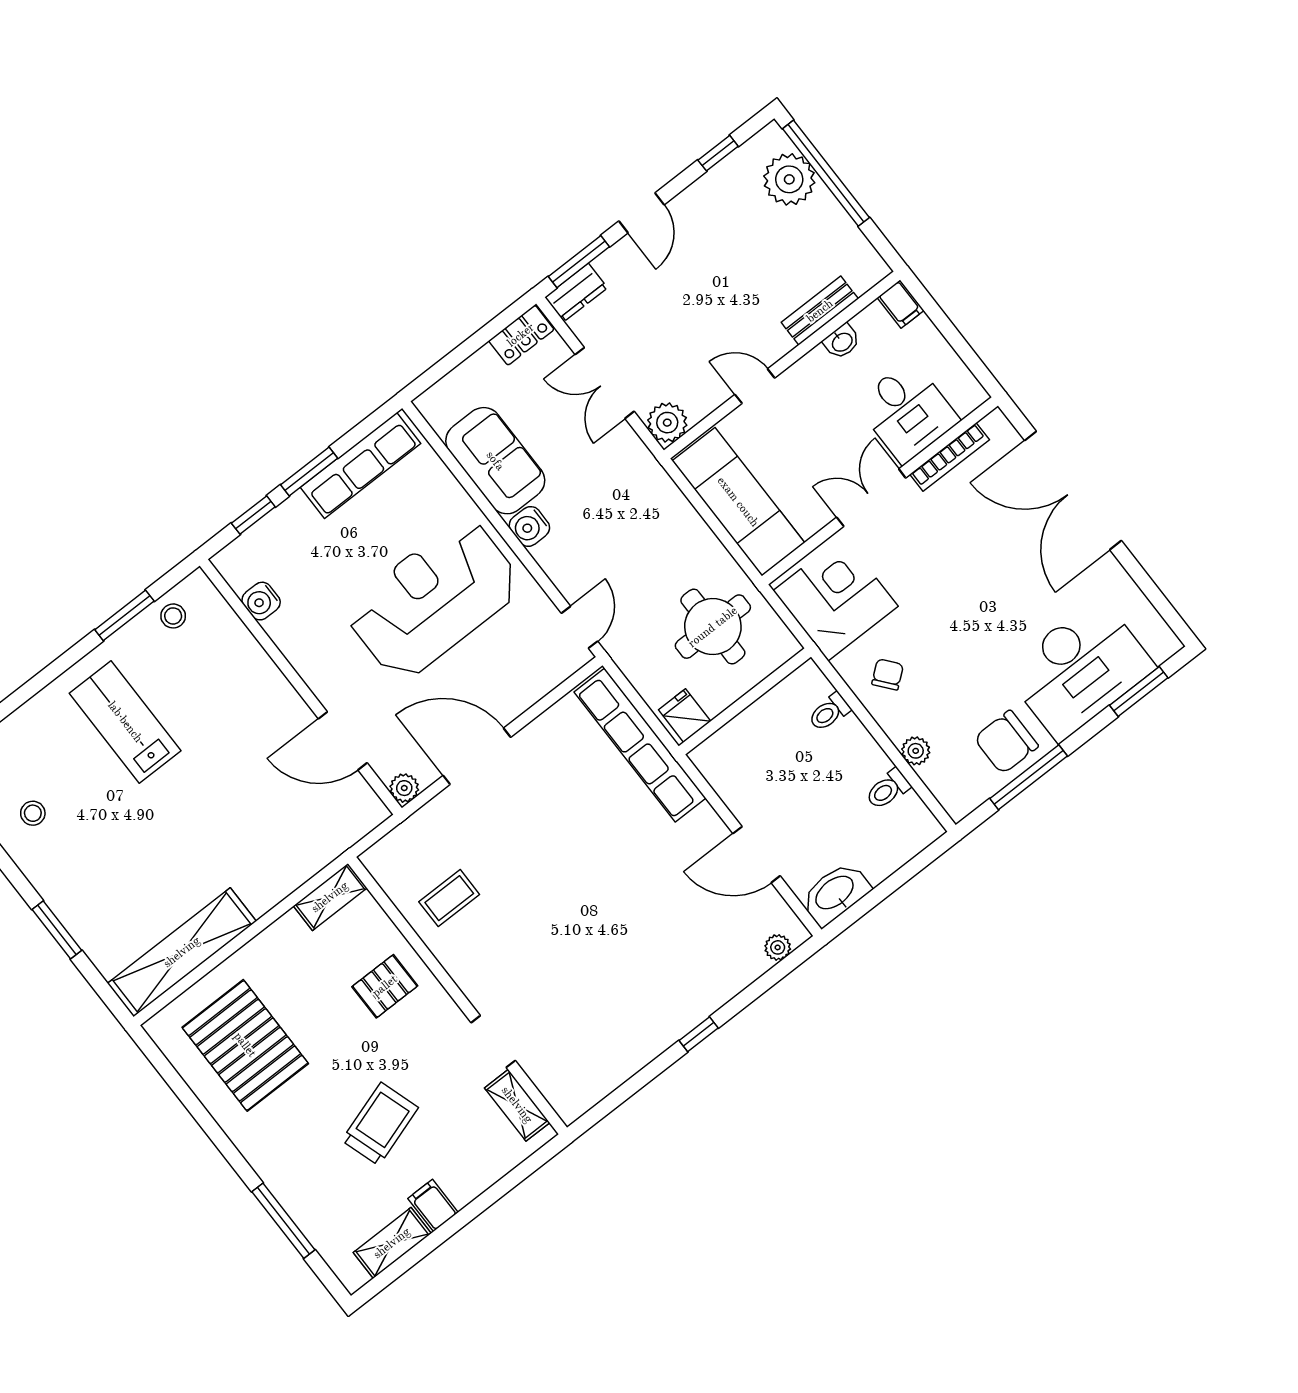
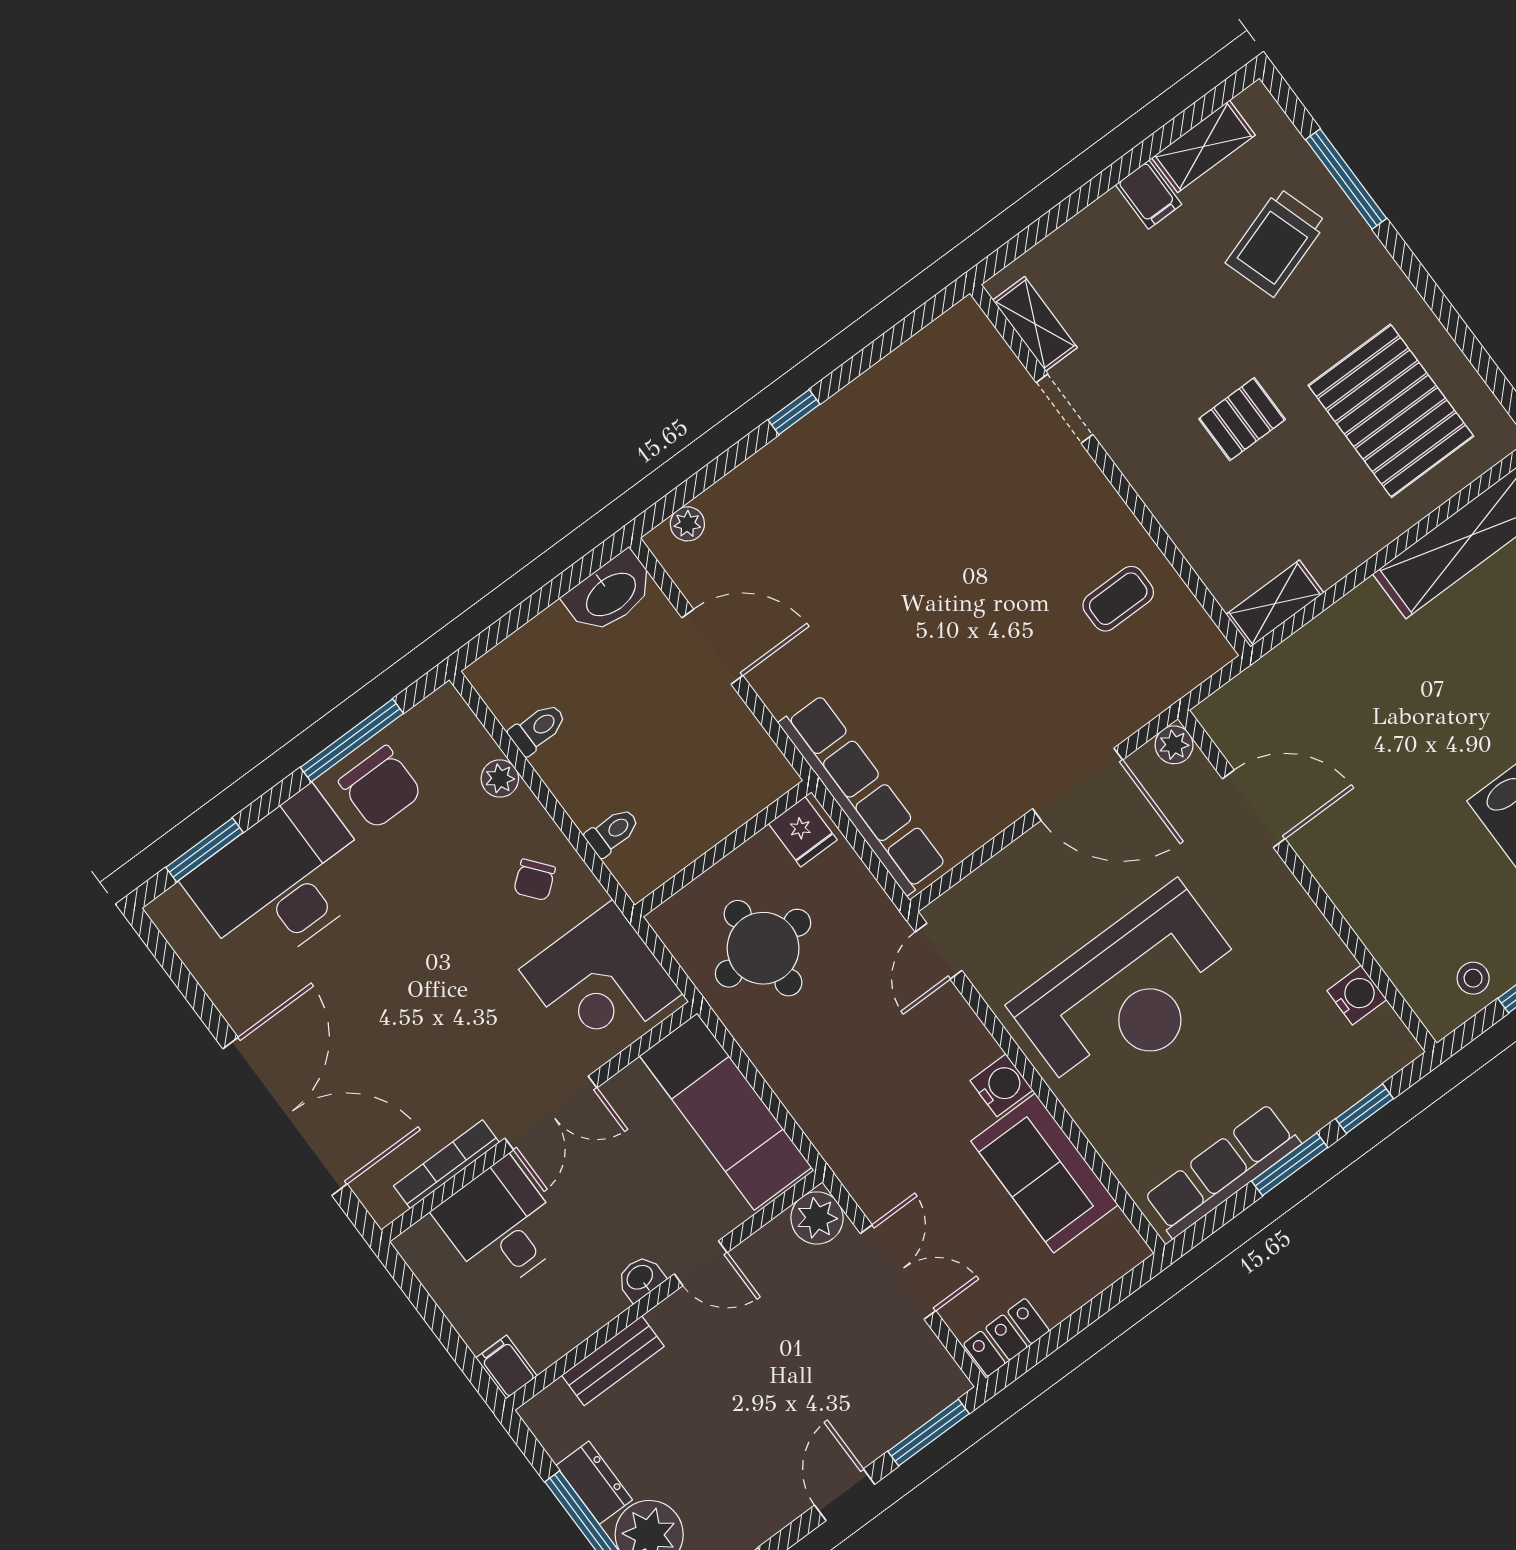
dresser: (576, 292) -> (594, 1483), moved, turned 90
washbasin: (842, 342) -> (640, 1278), moved
chair: (1006, 742) -> (380, 787), turned 90
pallet: (385, 986) -> (1242, 419), moved
trolley: (380, 1124) -> (1276, 242), moved

